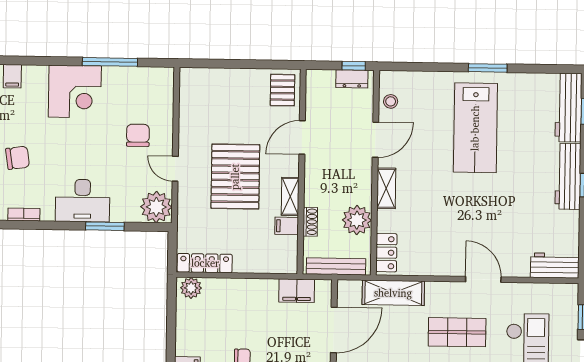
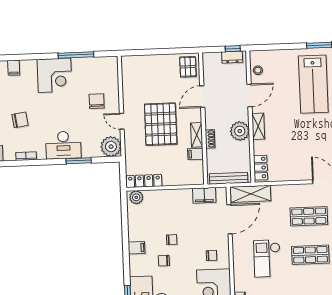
plant: (357, 220) -> (240, 131), moved
shoe rack: (310, 222) -> (210, 139), moved
shelving: (393, 293) -> (251, 194), moved

